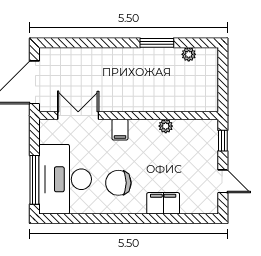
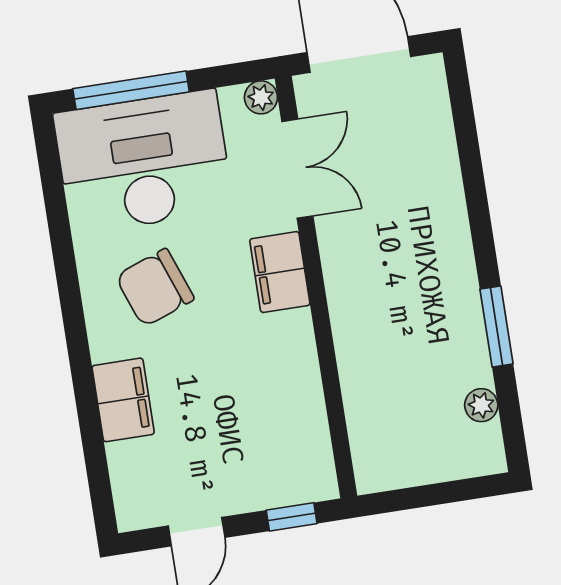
plant: (166, 126) -> (261, 97), moved
filing cabinet: (120, 130) -> (280, 272), width x2.00
chair: (118, 183) -> (155, 288), turned -110

